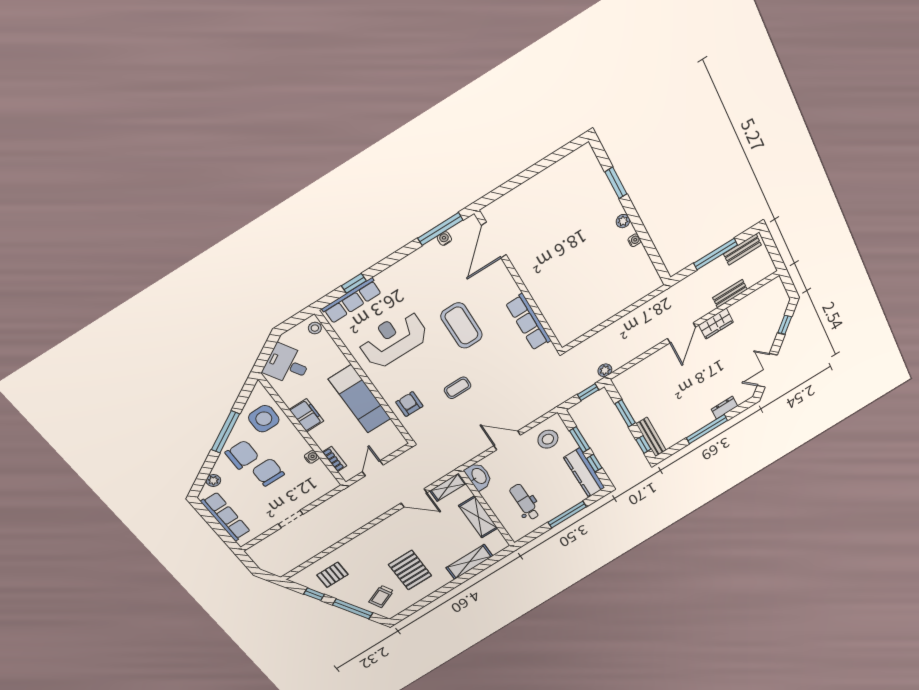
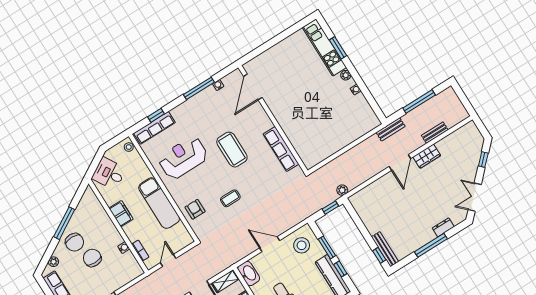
kitchen unit: (597, 183) -> (324, 47), added
window: (440, 229) -> (199, 88), moved
bench: (742, 249) -> (391, 129), moved
window: (625, 413) -> (362, 227), removed
side table: (264, 419) -> (91, 215), removed
chair: (242, 455) -> (75, 242), turned 90

